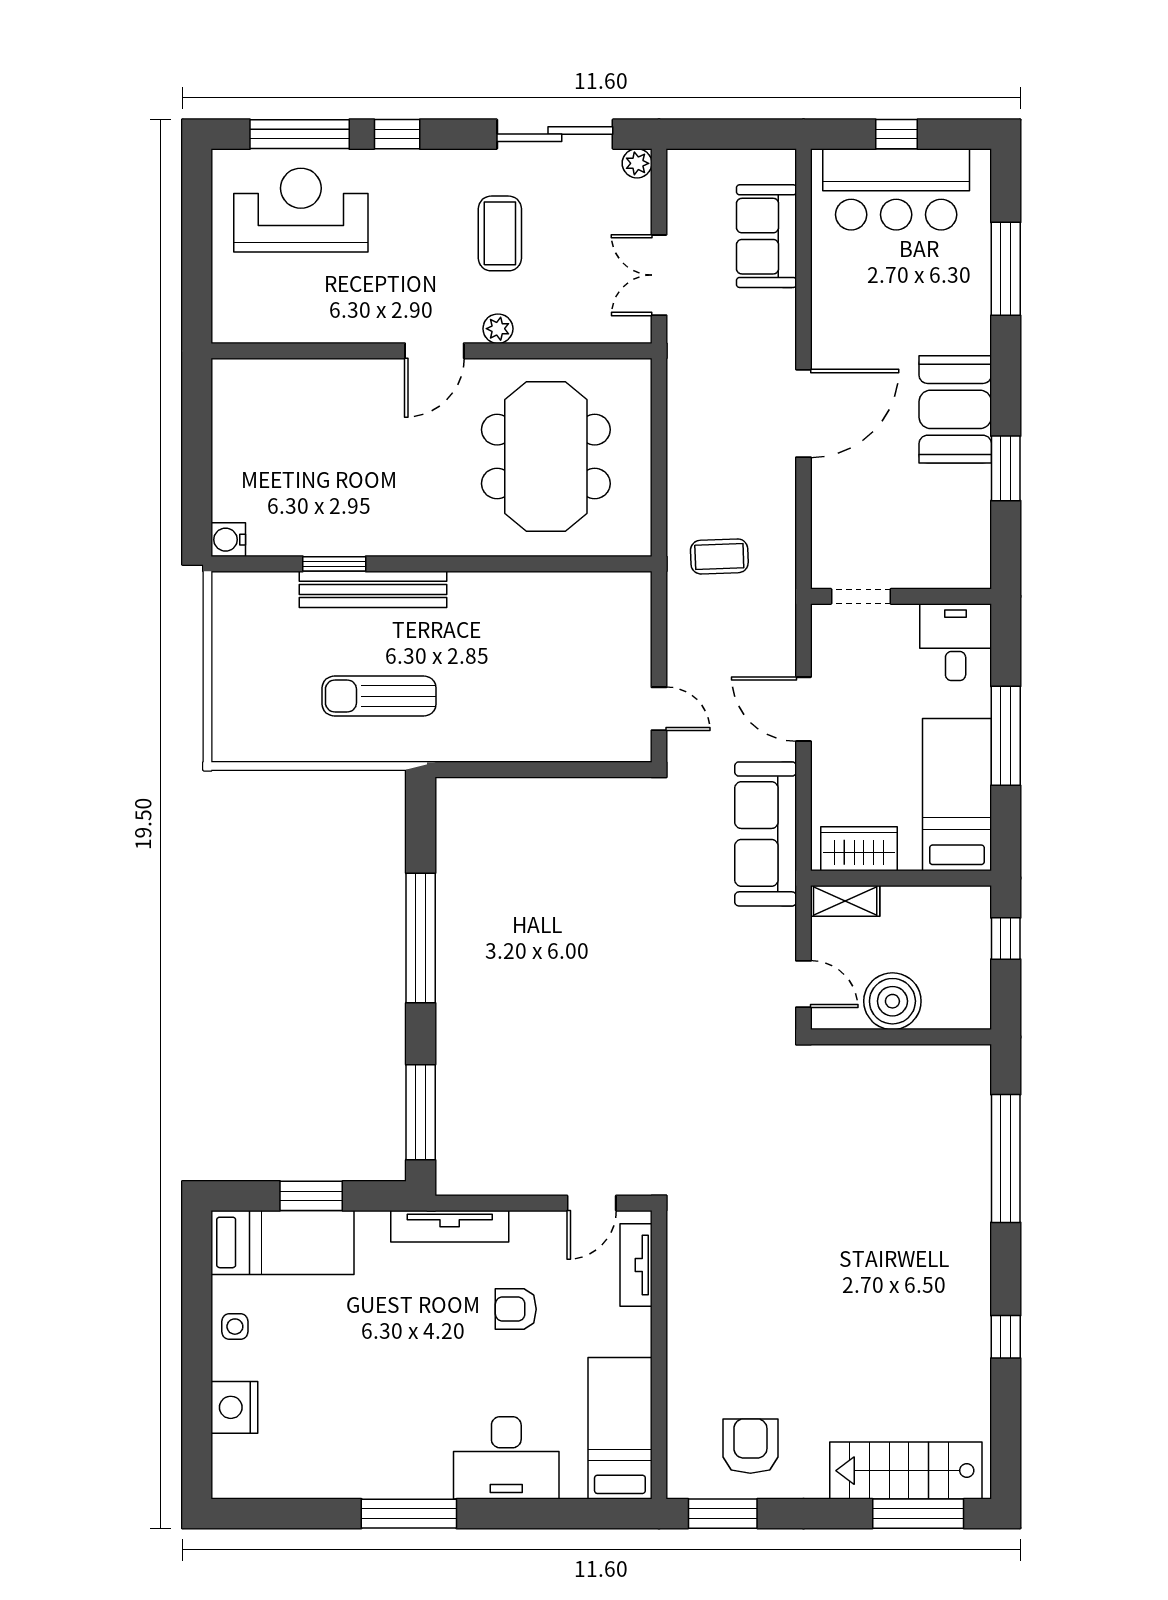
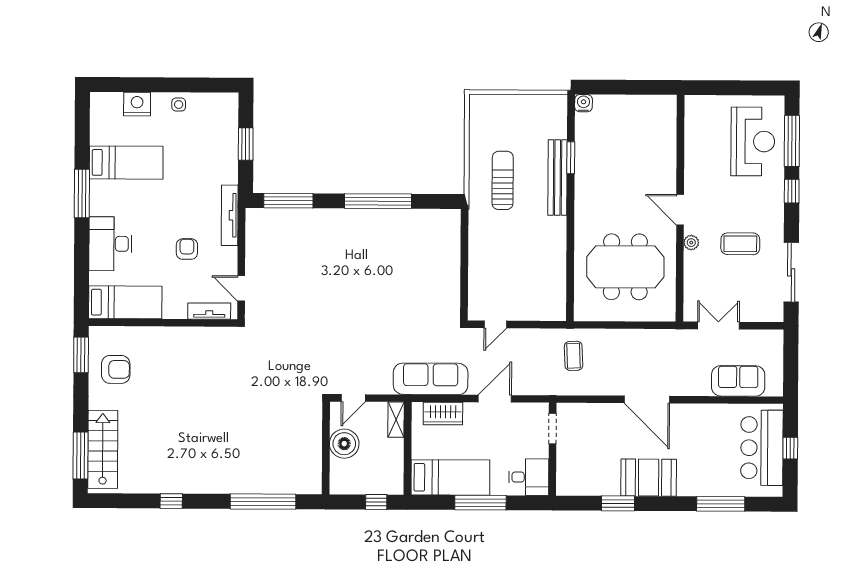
plant: (637, 163) -> (776, 315), removed
wardrobe: (859, 849) -> (443, 413), moved, turned 90
bed: (283, 1242) -> (126, 163), moved, turned -90

